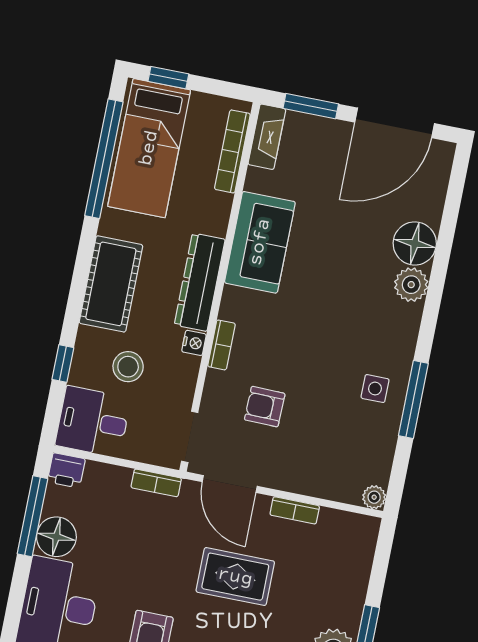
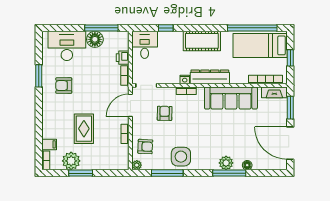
window: (168, 78) -> (290, 58), moved
sofa: (260, 242) -> (231, 98), width x1.36
floor lamp: (415, 243) -> (247, 165), width x0.53, depth x0.53
window: (437, 282) -> (229, 173), added
stool: (128, 367) -> (170, 55), removed
side table: (375, 389) -> (181, 157), width x1.87, depth x1.87
window: (413, 400) -> (167, 173), moved
armchair: (334, 468) -> (145, 147), added
printer: (66, 470) -> (123, 58), moved
rug: (235, 577) -> (84, 129), moved

